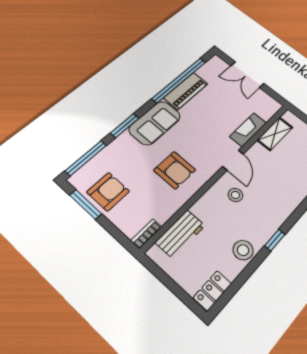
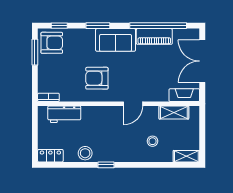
double door: (247, 75) -> (202, 61), width x1.37
fireplace: (248, 130) -> (184, 95), moved
window: (86, 158) -> (59, 26), width x0.46
armchair: (175, 170) -> (97, 78), turned 90
armchair: (108, 192) -> (52, 43), moved
stool: (235, 195) -> (152, 141), moved

